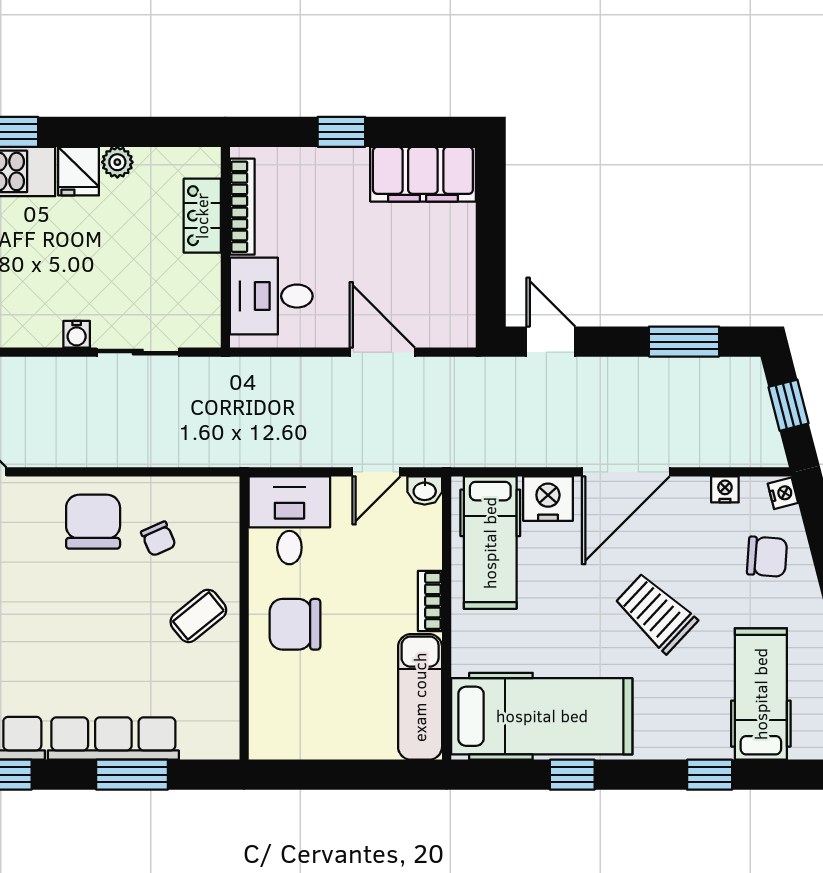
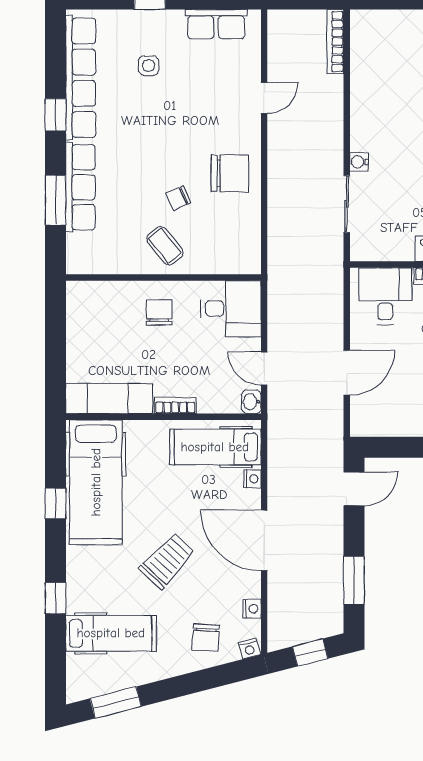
nightstand: (548, 499) -> (252, 479), width x0.53, depth x0.56
chair: (158, 539) -> (178, 198), moved
chair: (295, 624) -> (159, 312), width x0.73, depth x0.73

